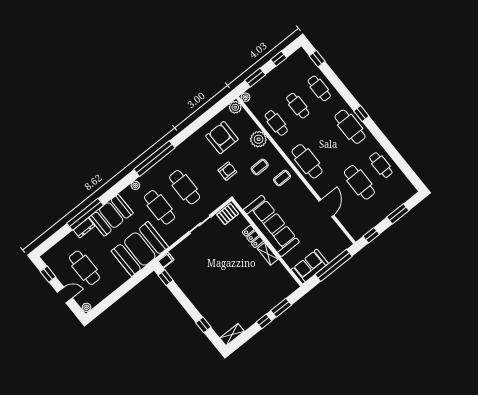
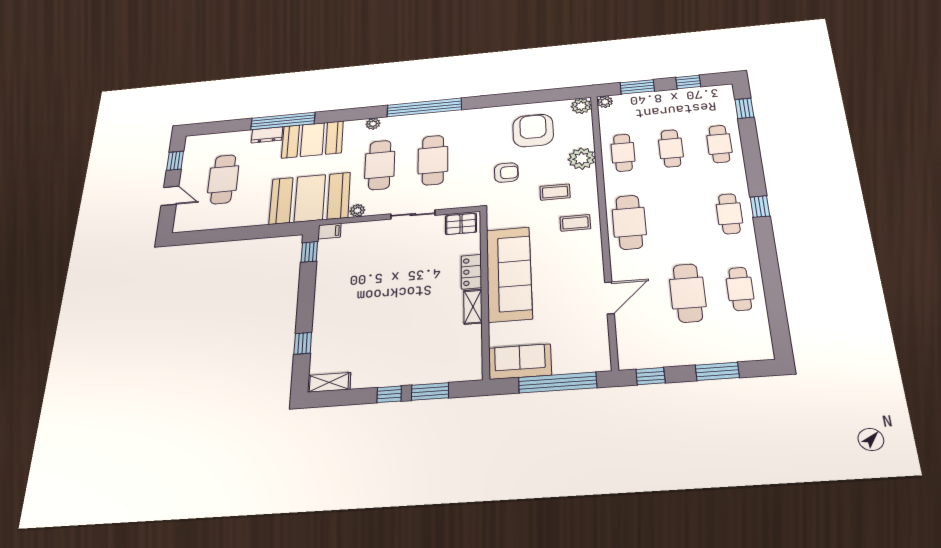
cafe table: (350, 127) -> (729, 214), width x0.73, depth x0.74
plant: (86, 307) -> (357, 211), moved

